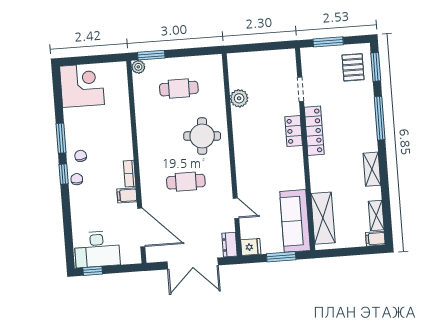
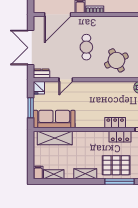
pallet: (356, 125) -> (116, 165), added
locker: (314, 131) -> (120, 137), width x0.66
round table: (202, 136) -> (116, 60), turned -31

